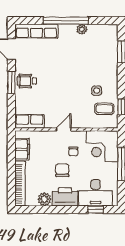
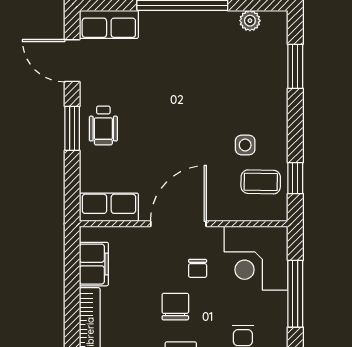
plant: (82, 29) -> (250, 21), moved
row of seats: (36, 31) -> (109, 24), width x0.68
wheelchair: (27, 81) -> (103, 126), turned -90
door: (64, 129) -> (178, 224), width x1.87

